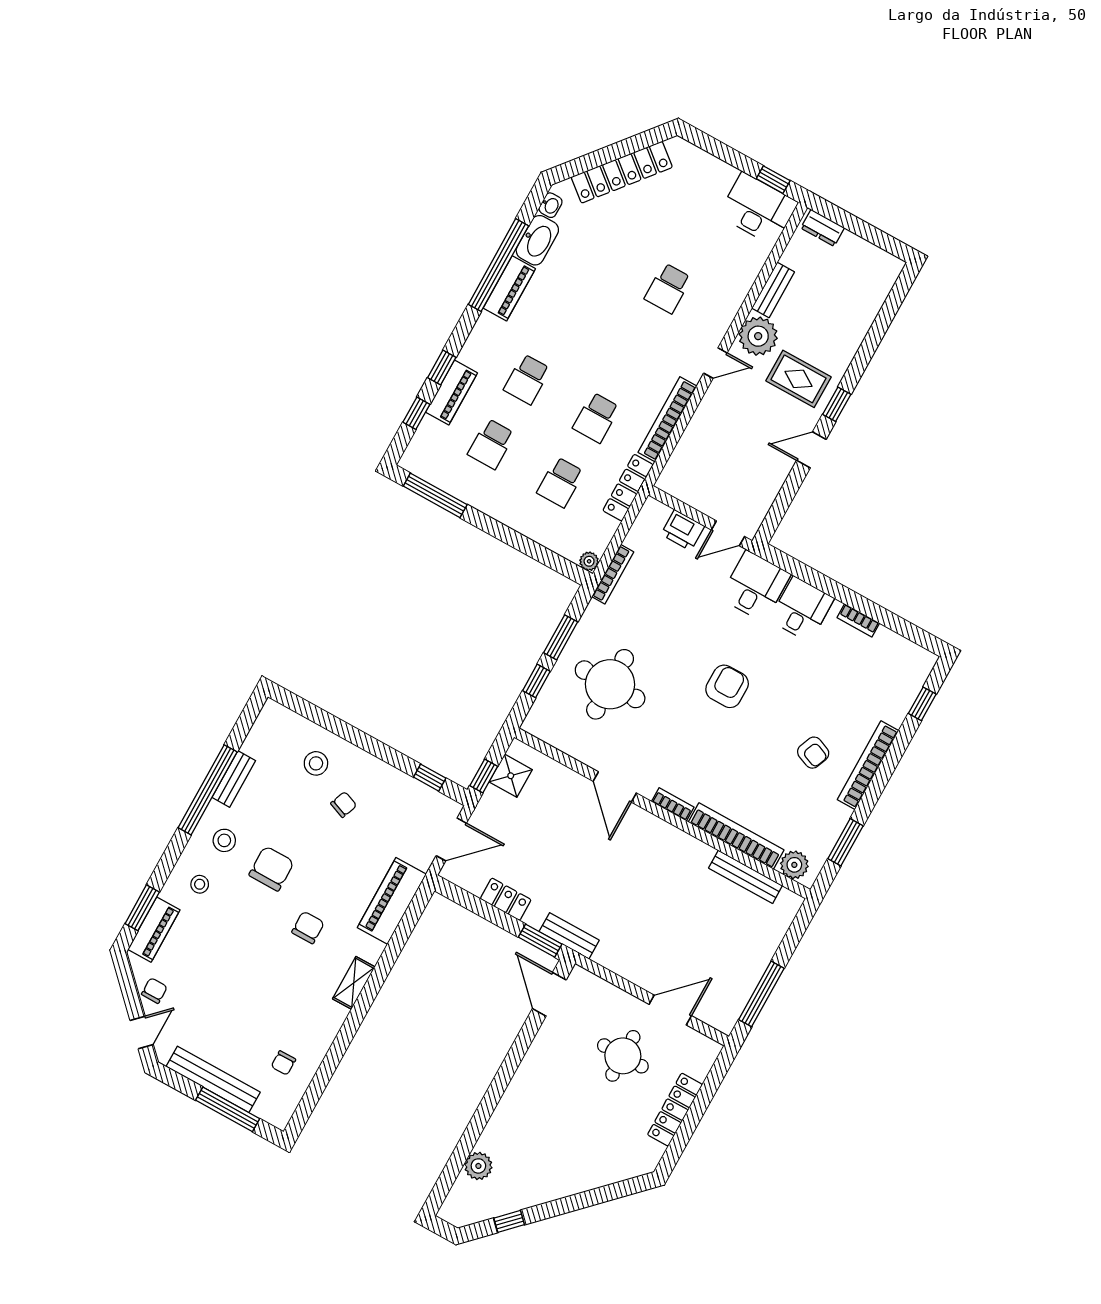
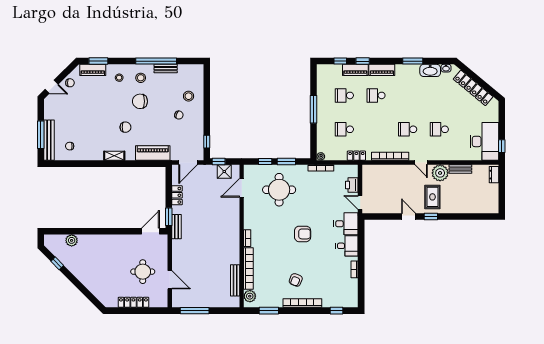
desk: (758, 209) -> (484, 141), width x1.36, depth x1.30
window: (498, 265) -> (413, 61), width x0.47
piano: (509, 288) -> (382, 70), moved
school desk: (596, 418) -> (408, 129), moved
locker: (628, 488) -> (356, 156), width x0.66
window: (435, 495) -> (314, 109), moved
door: (615, 787) -> (242, 188), moved
door: (451, 840) -> (188, 163), hinge flipped
chair: (272, 869) -> (140, 101), turned 180
bench: (213, 1079) -> (49, 140), moved

